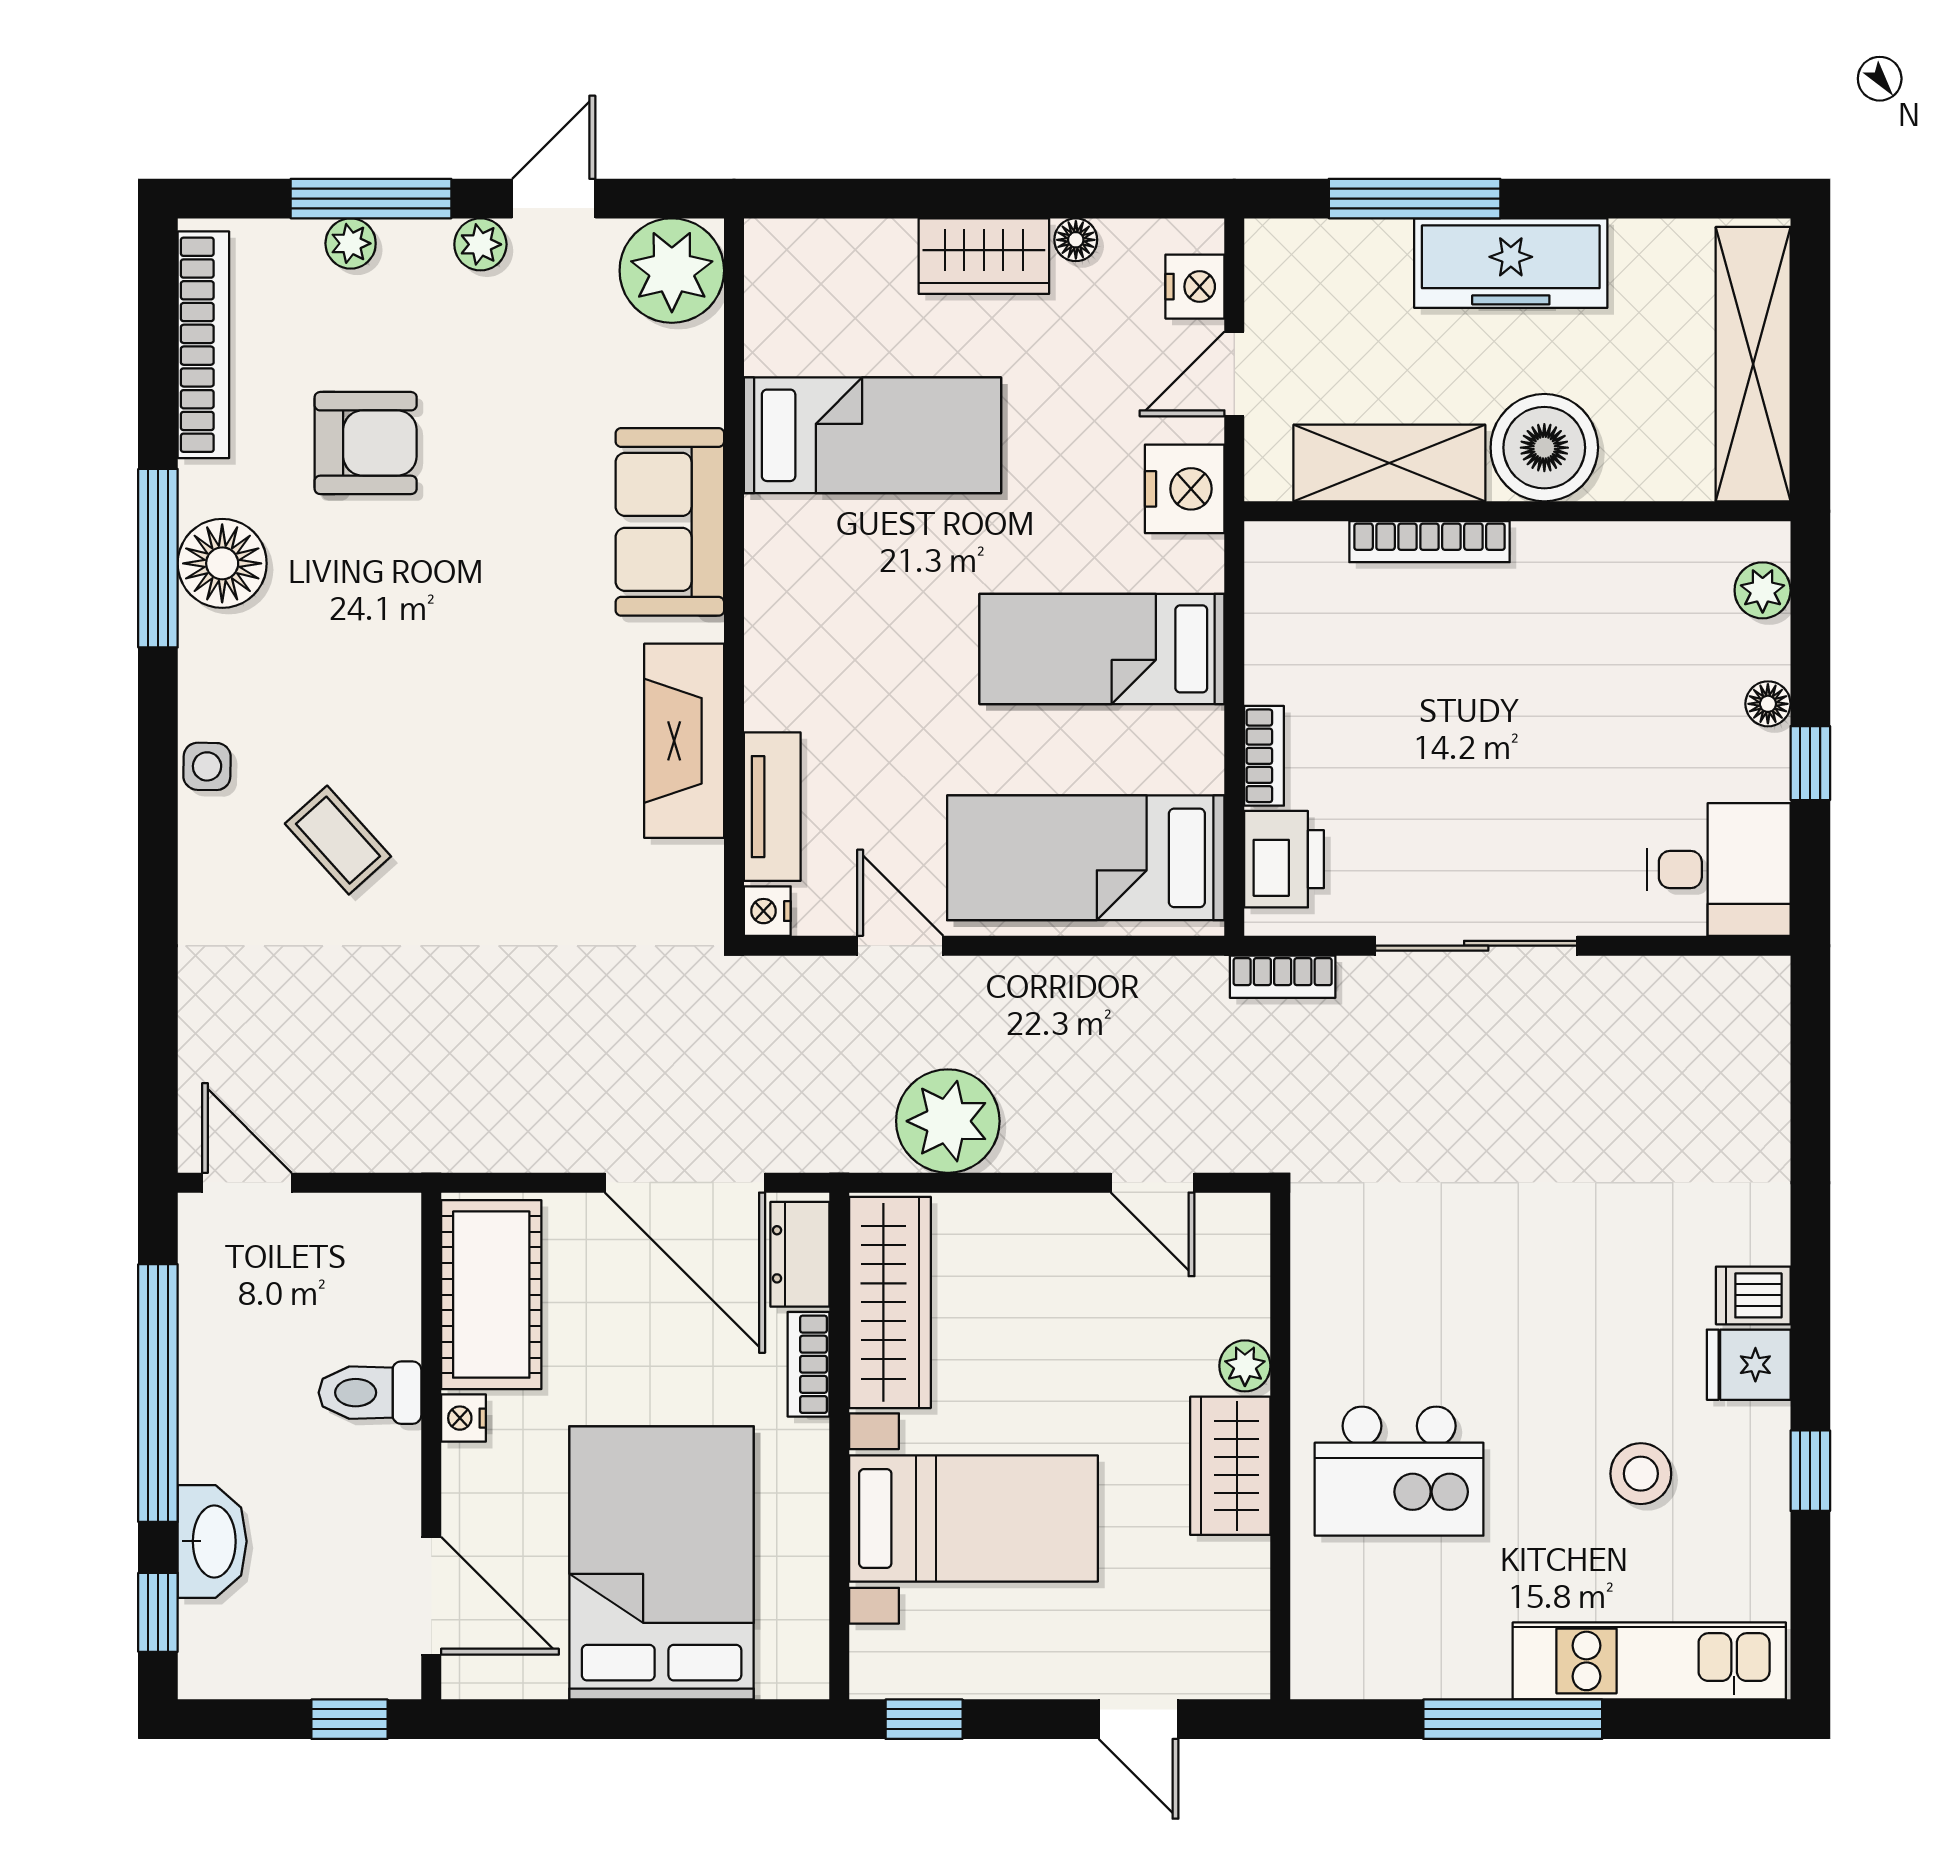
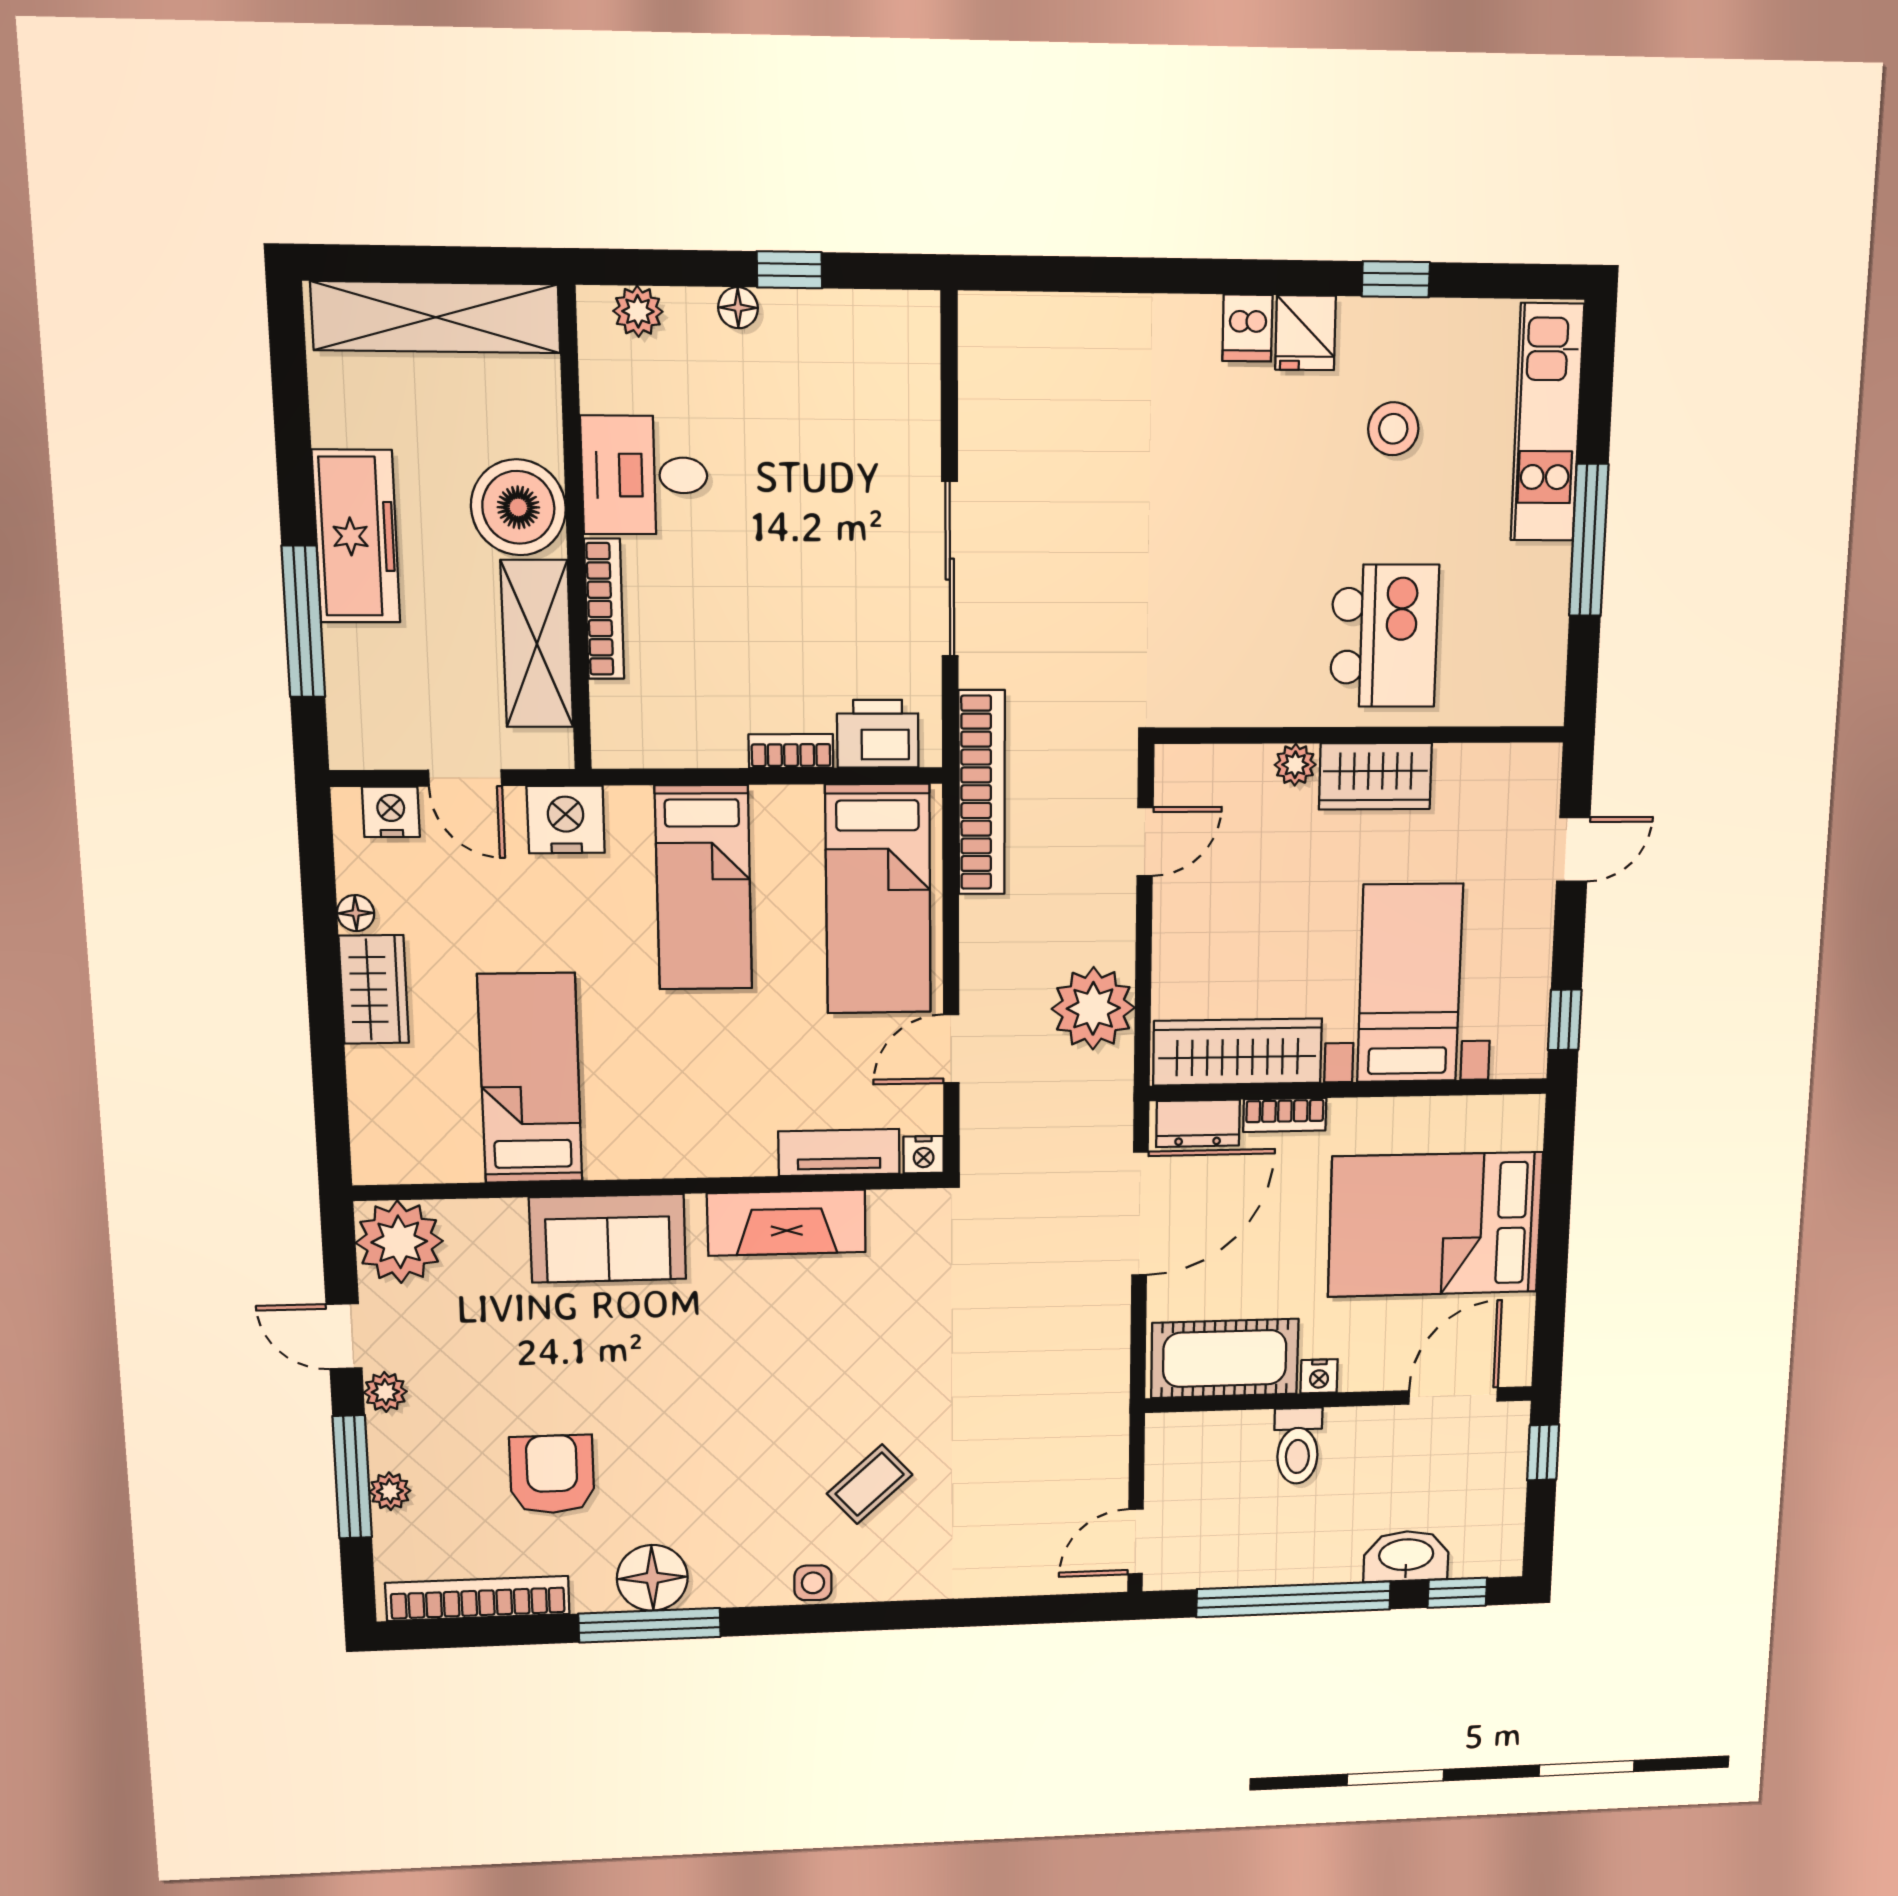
desk: (1719, 869) -> (645, 475), moved, turned -90
bookcase: (1283, 977) -> (982, 793), width x2.31, depth x1.31

